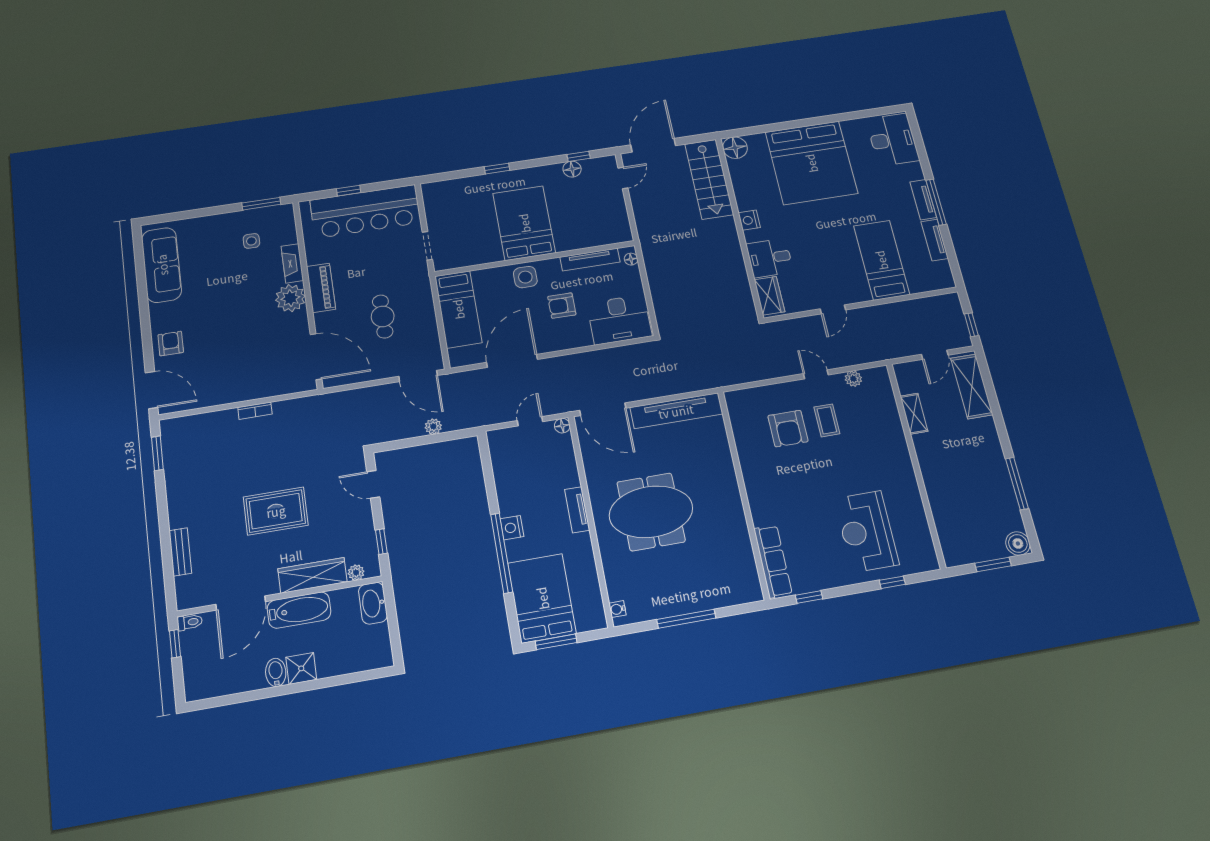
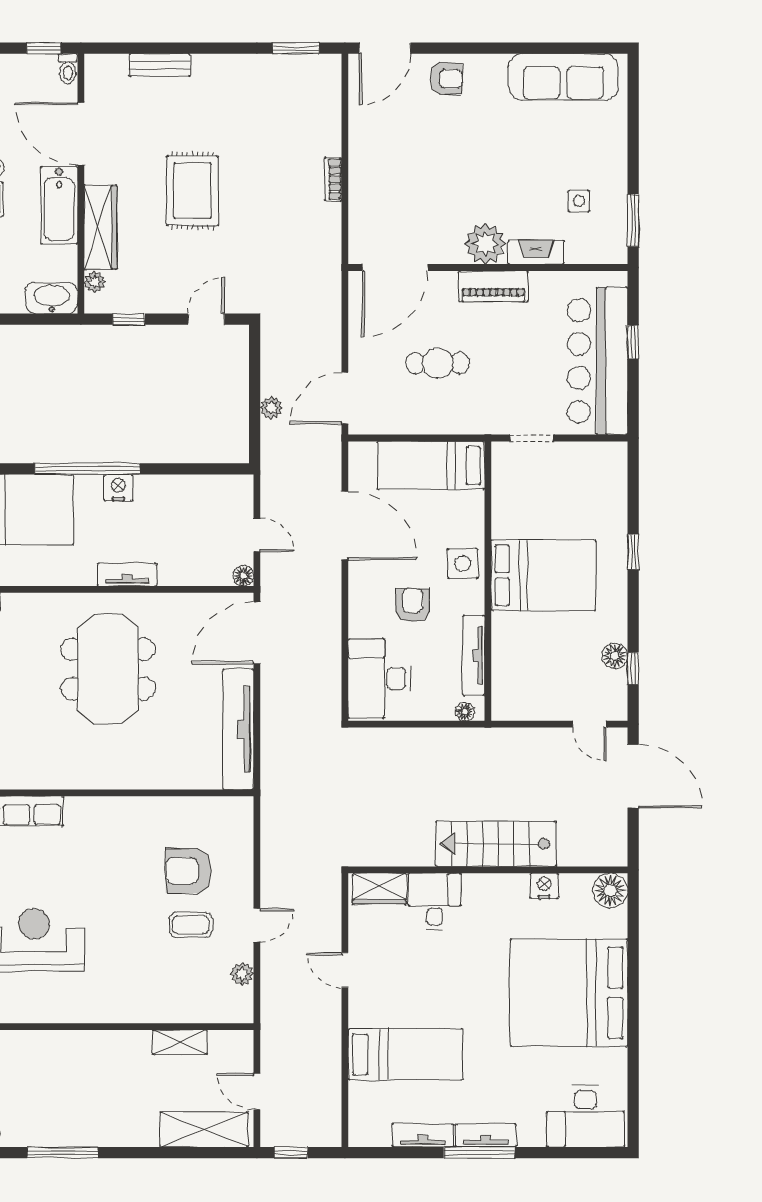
stairs: (709, 179) -> (496, 844), moved
nightstand: (749, 220) -> (544, 886), moved

